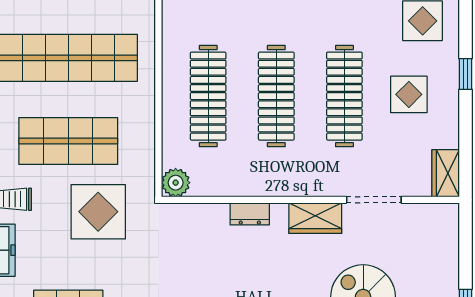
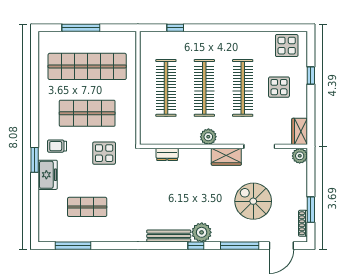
plant: (176, 183) -> (208, 137), moved
display table: (98, 212) -> (104, 153), width x0.73, depth x0.73
dresser: (250, 214) -> (167, 154), moved
plant: (446, 217) -> (300, 156), added

